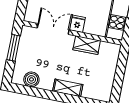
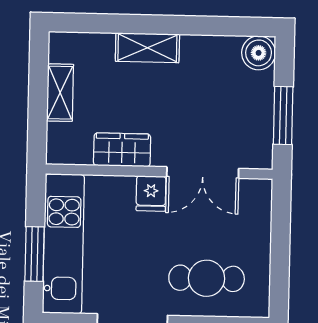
shelving: (109, 75) -> (60, 93), added
boiler: (31, 79) -> (259, 53), moved

